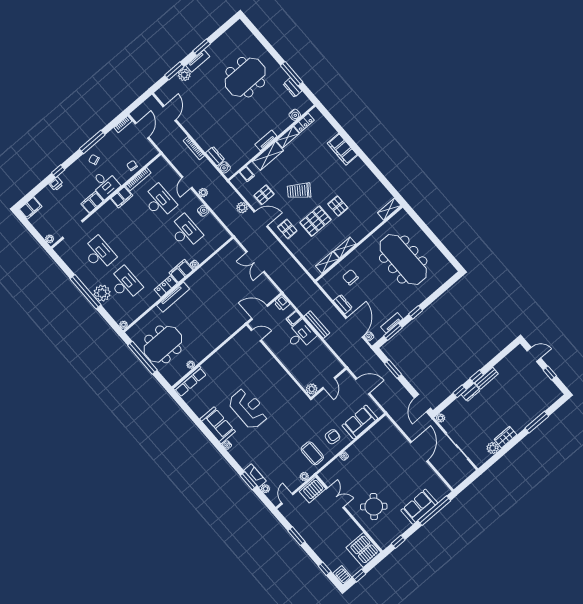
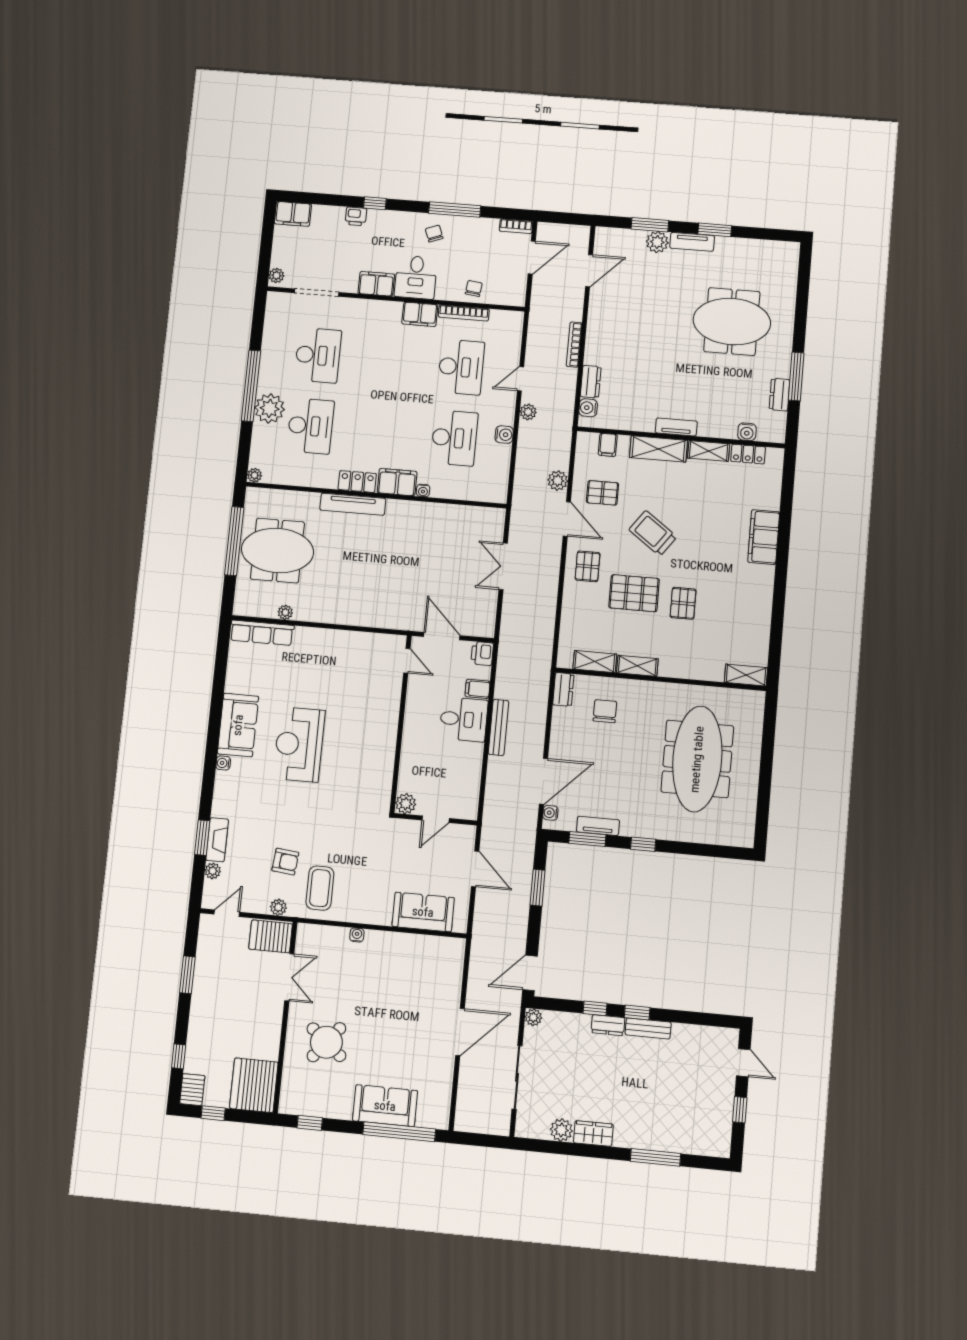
dresser: (343, 304) -> (563, 689), moved
reception desk: (248, 409) -> (299, 744), turned 180
armchair: (332, 437) -> (285, 862), moved

